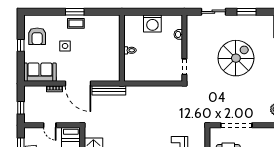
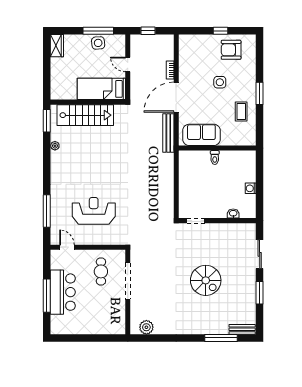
coffee table: (76, 23) -> (241, 111), moved
washing machine: (152, 24) -> (251, 188), width x0.53, depth x0.53
spiral stairs: (236, 58) -> (206, 280), width x0.73, depth x0.73
sofa: (40, 72) -> (201, 135), moved, turned -90
door: (50, 125) -> (128, 64), hinge flipped

